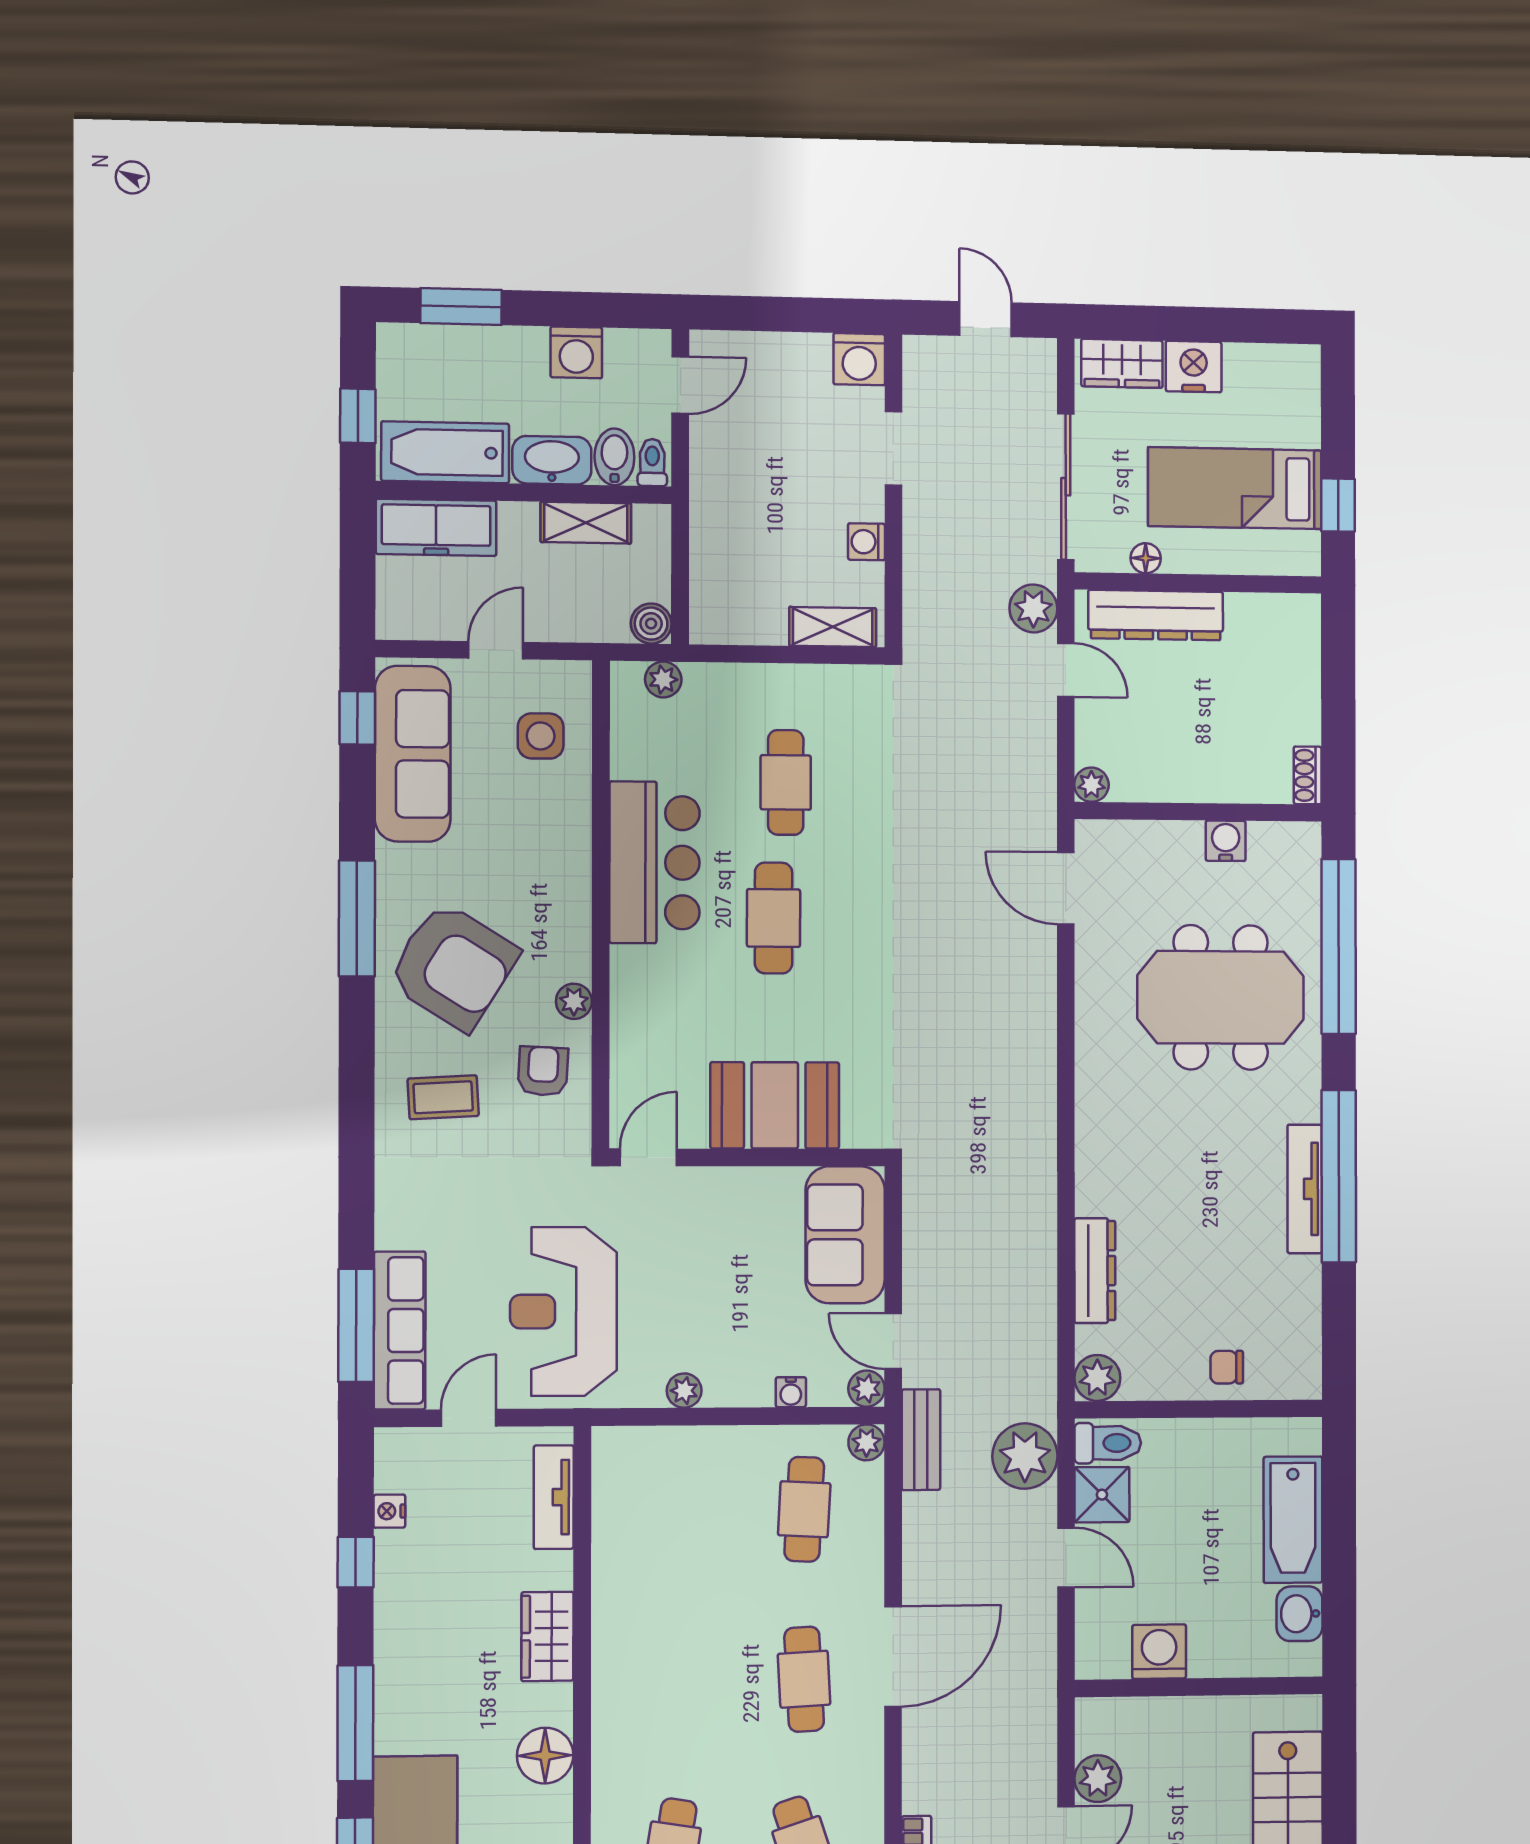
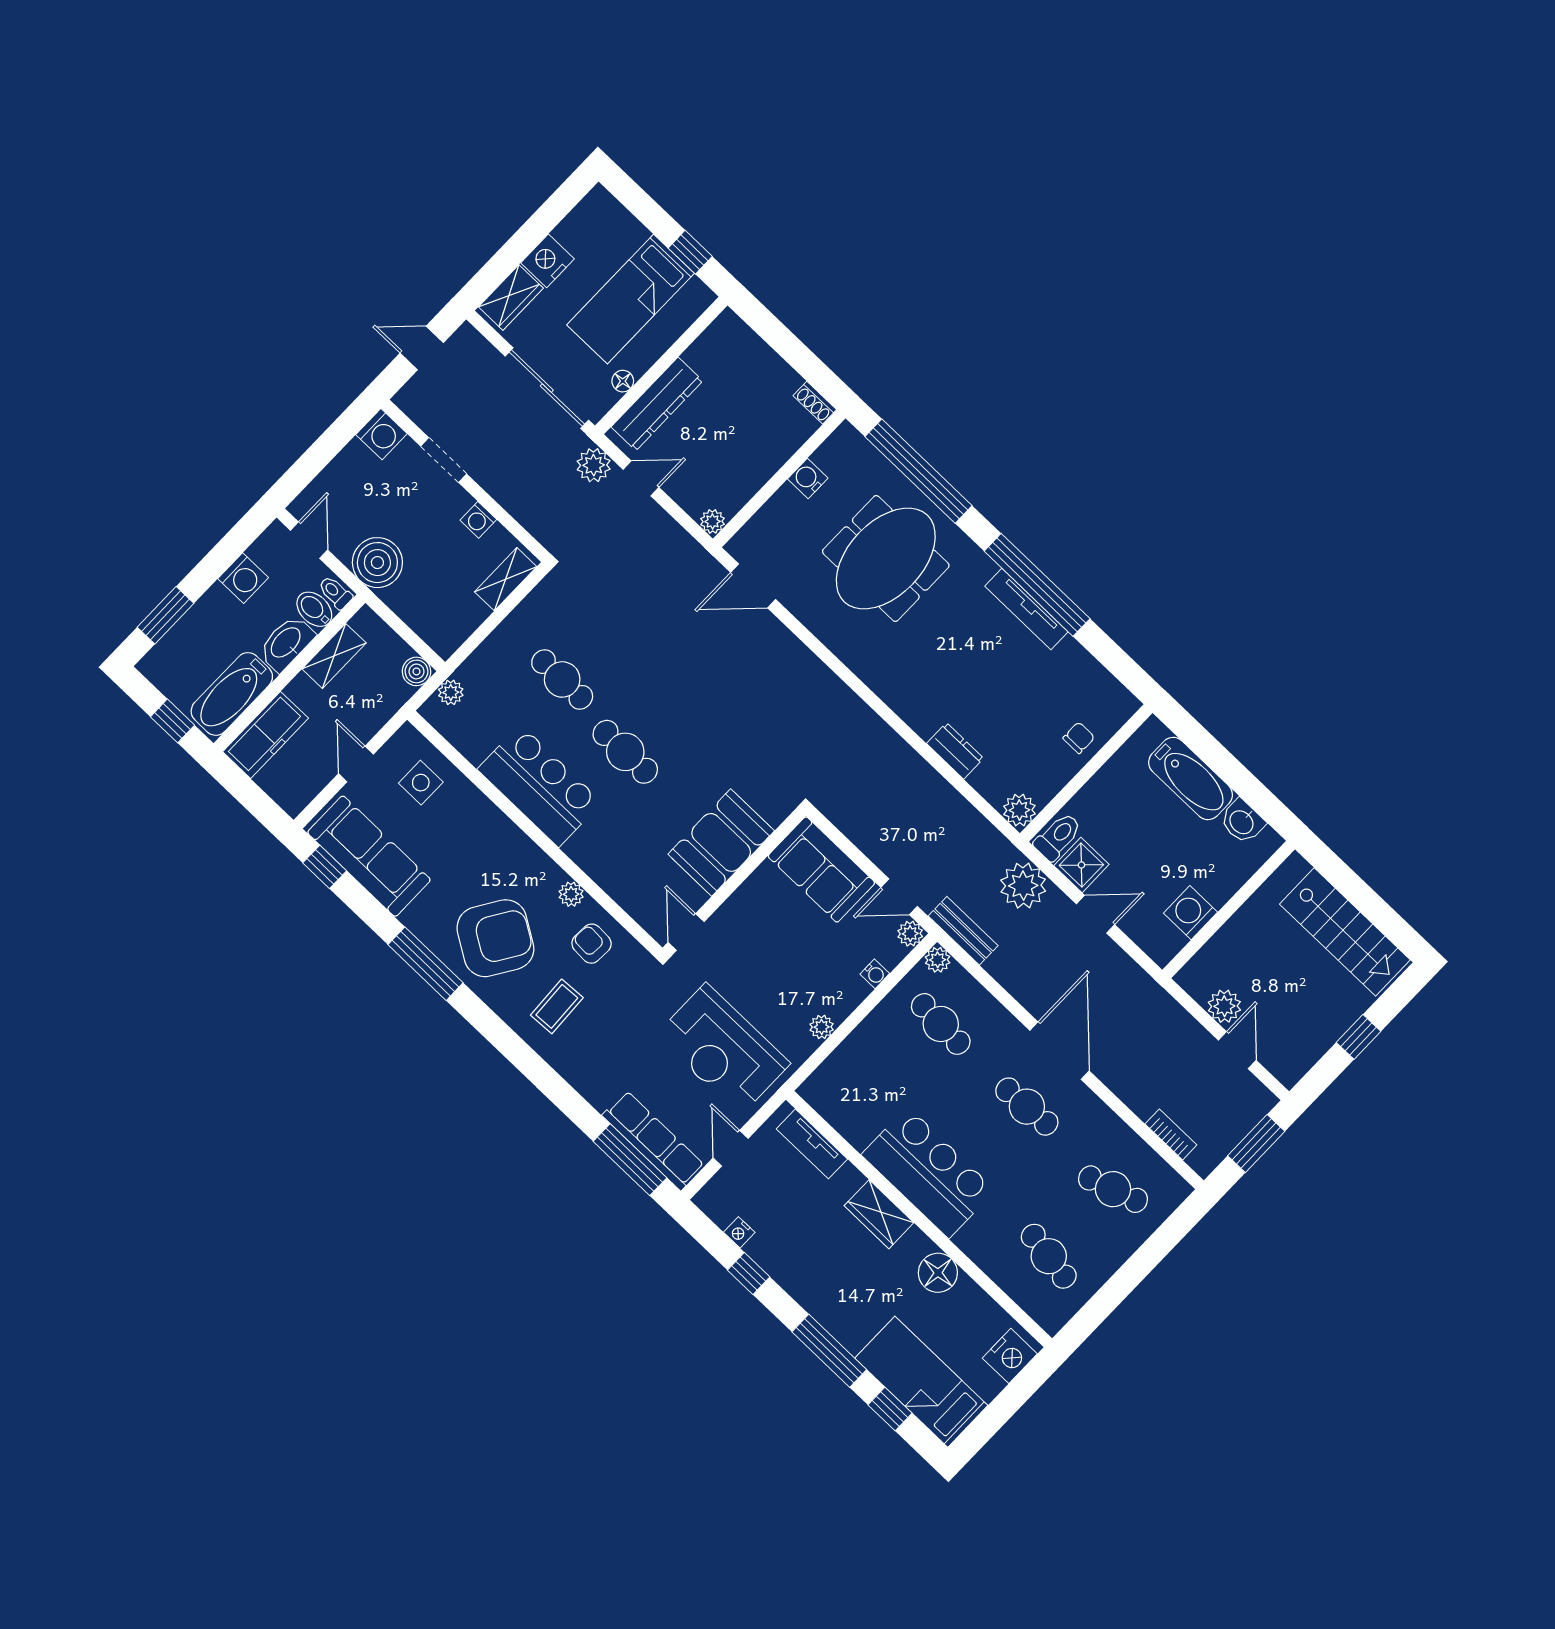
boiler: (724, 478) -> (377, 563), added
dresser: (1095, 1271) -> (955, 751), width x0.70
chair: (1227, 1367) -> (1079, 738), turned 180
bar counter: (639, 1645) -> (928, 1172), added

